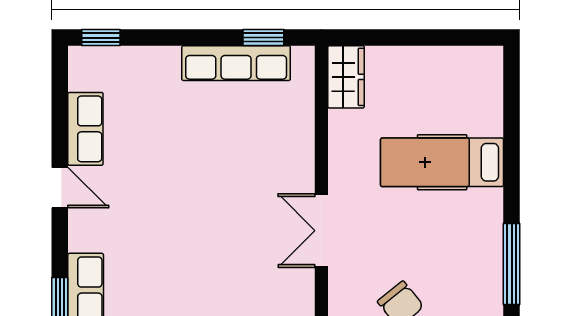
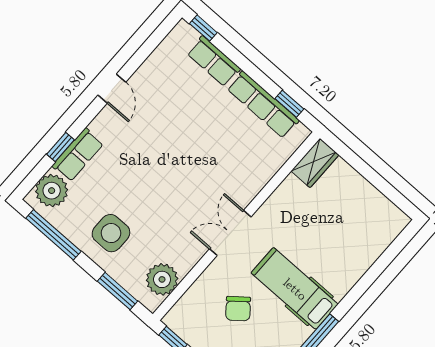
row of seats: (85, 129) -> (214, 61), moved, turned 90
hospital bed: (442, 162) -> (295, 289), moved

